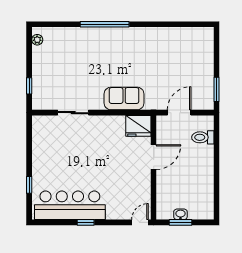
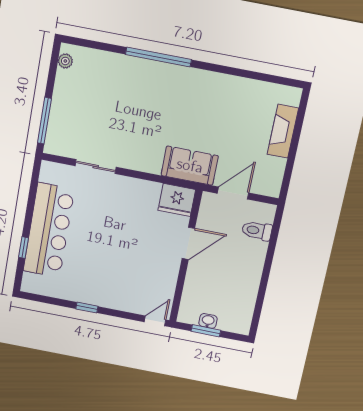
fireplace: (206, 60) -> (283, 131), added
window: (29, 86) -> (44, 121), width x2.17
window: (216, 89) -> (288, 172), removed
sofa: (124, 98) -> (190, 166), moved
bar counter: (70, 205) -> (49, 230), moved, turned 90

